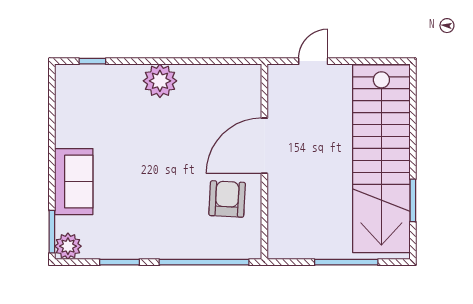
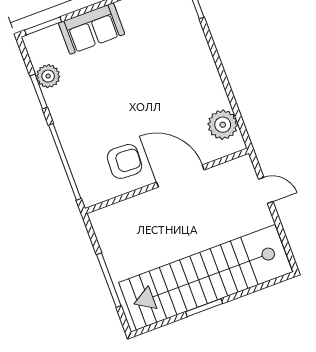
plant: (160, 81) -> (223, 125), moved
window: (413, 200) -> (204, 308), moved
plant: (68, 246) -> (48, 76), moved

